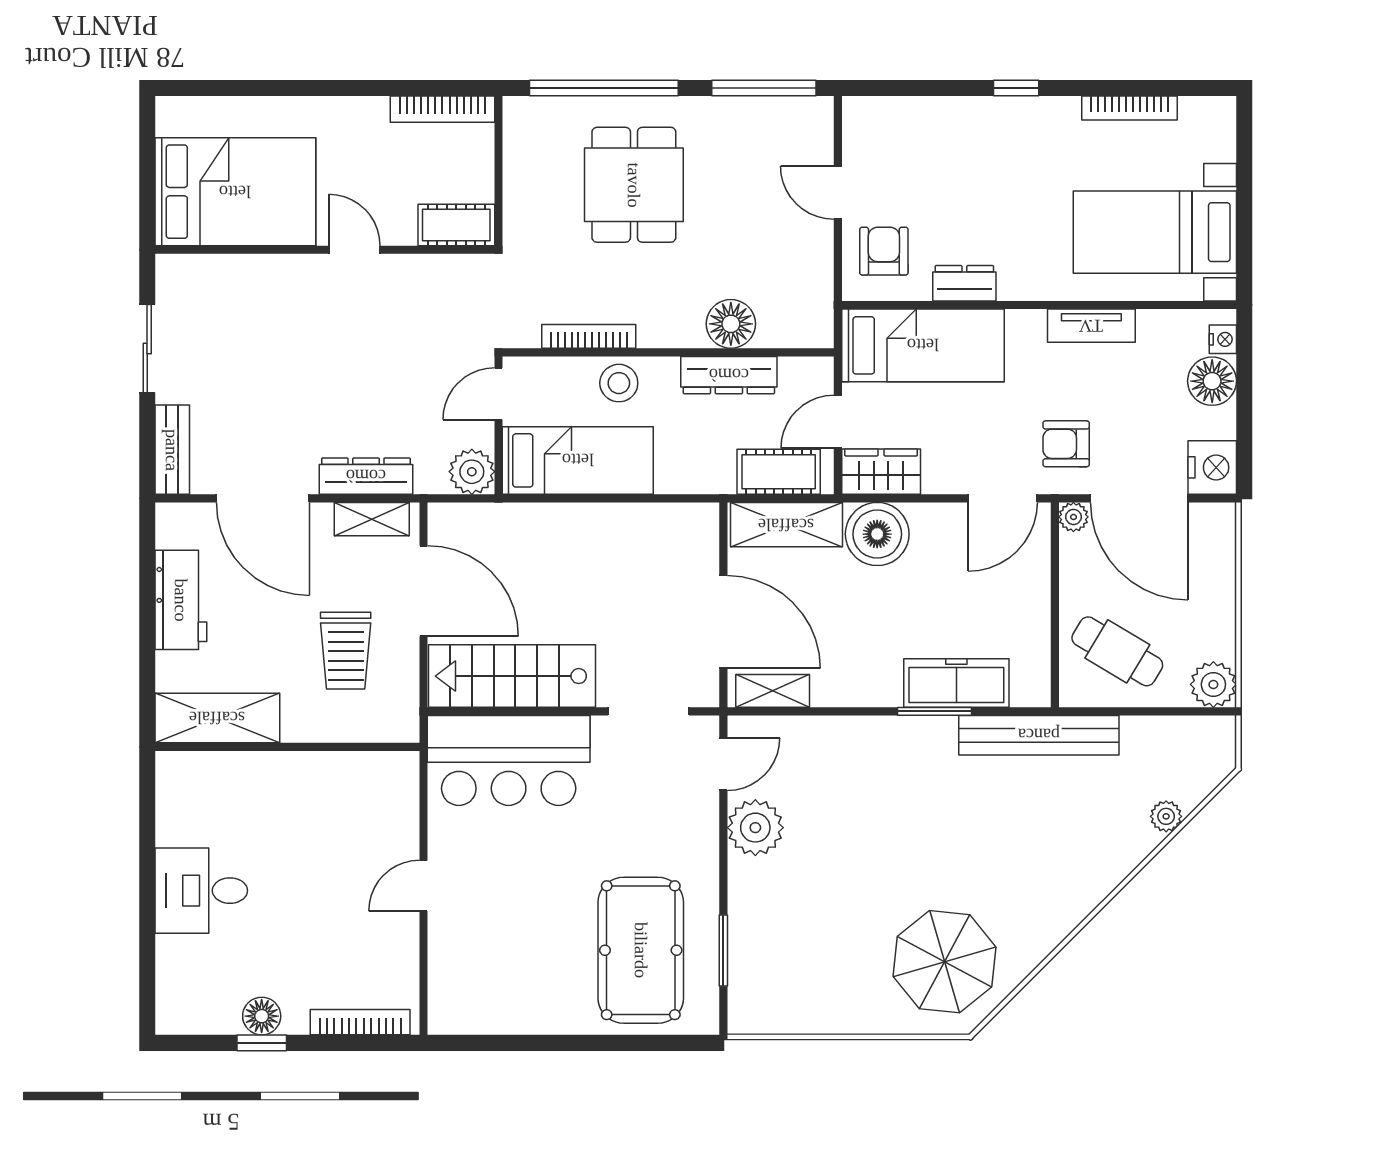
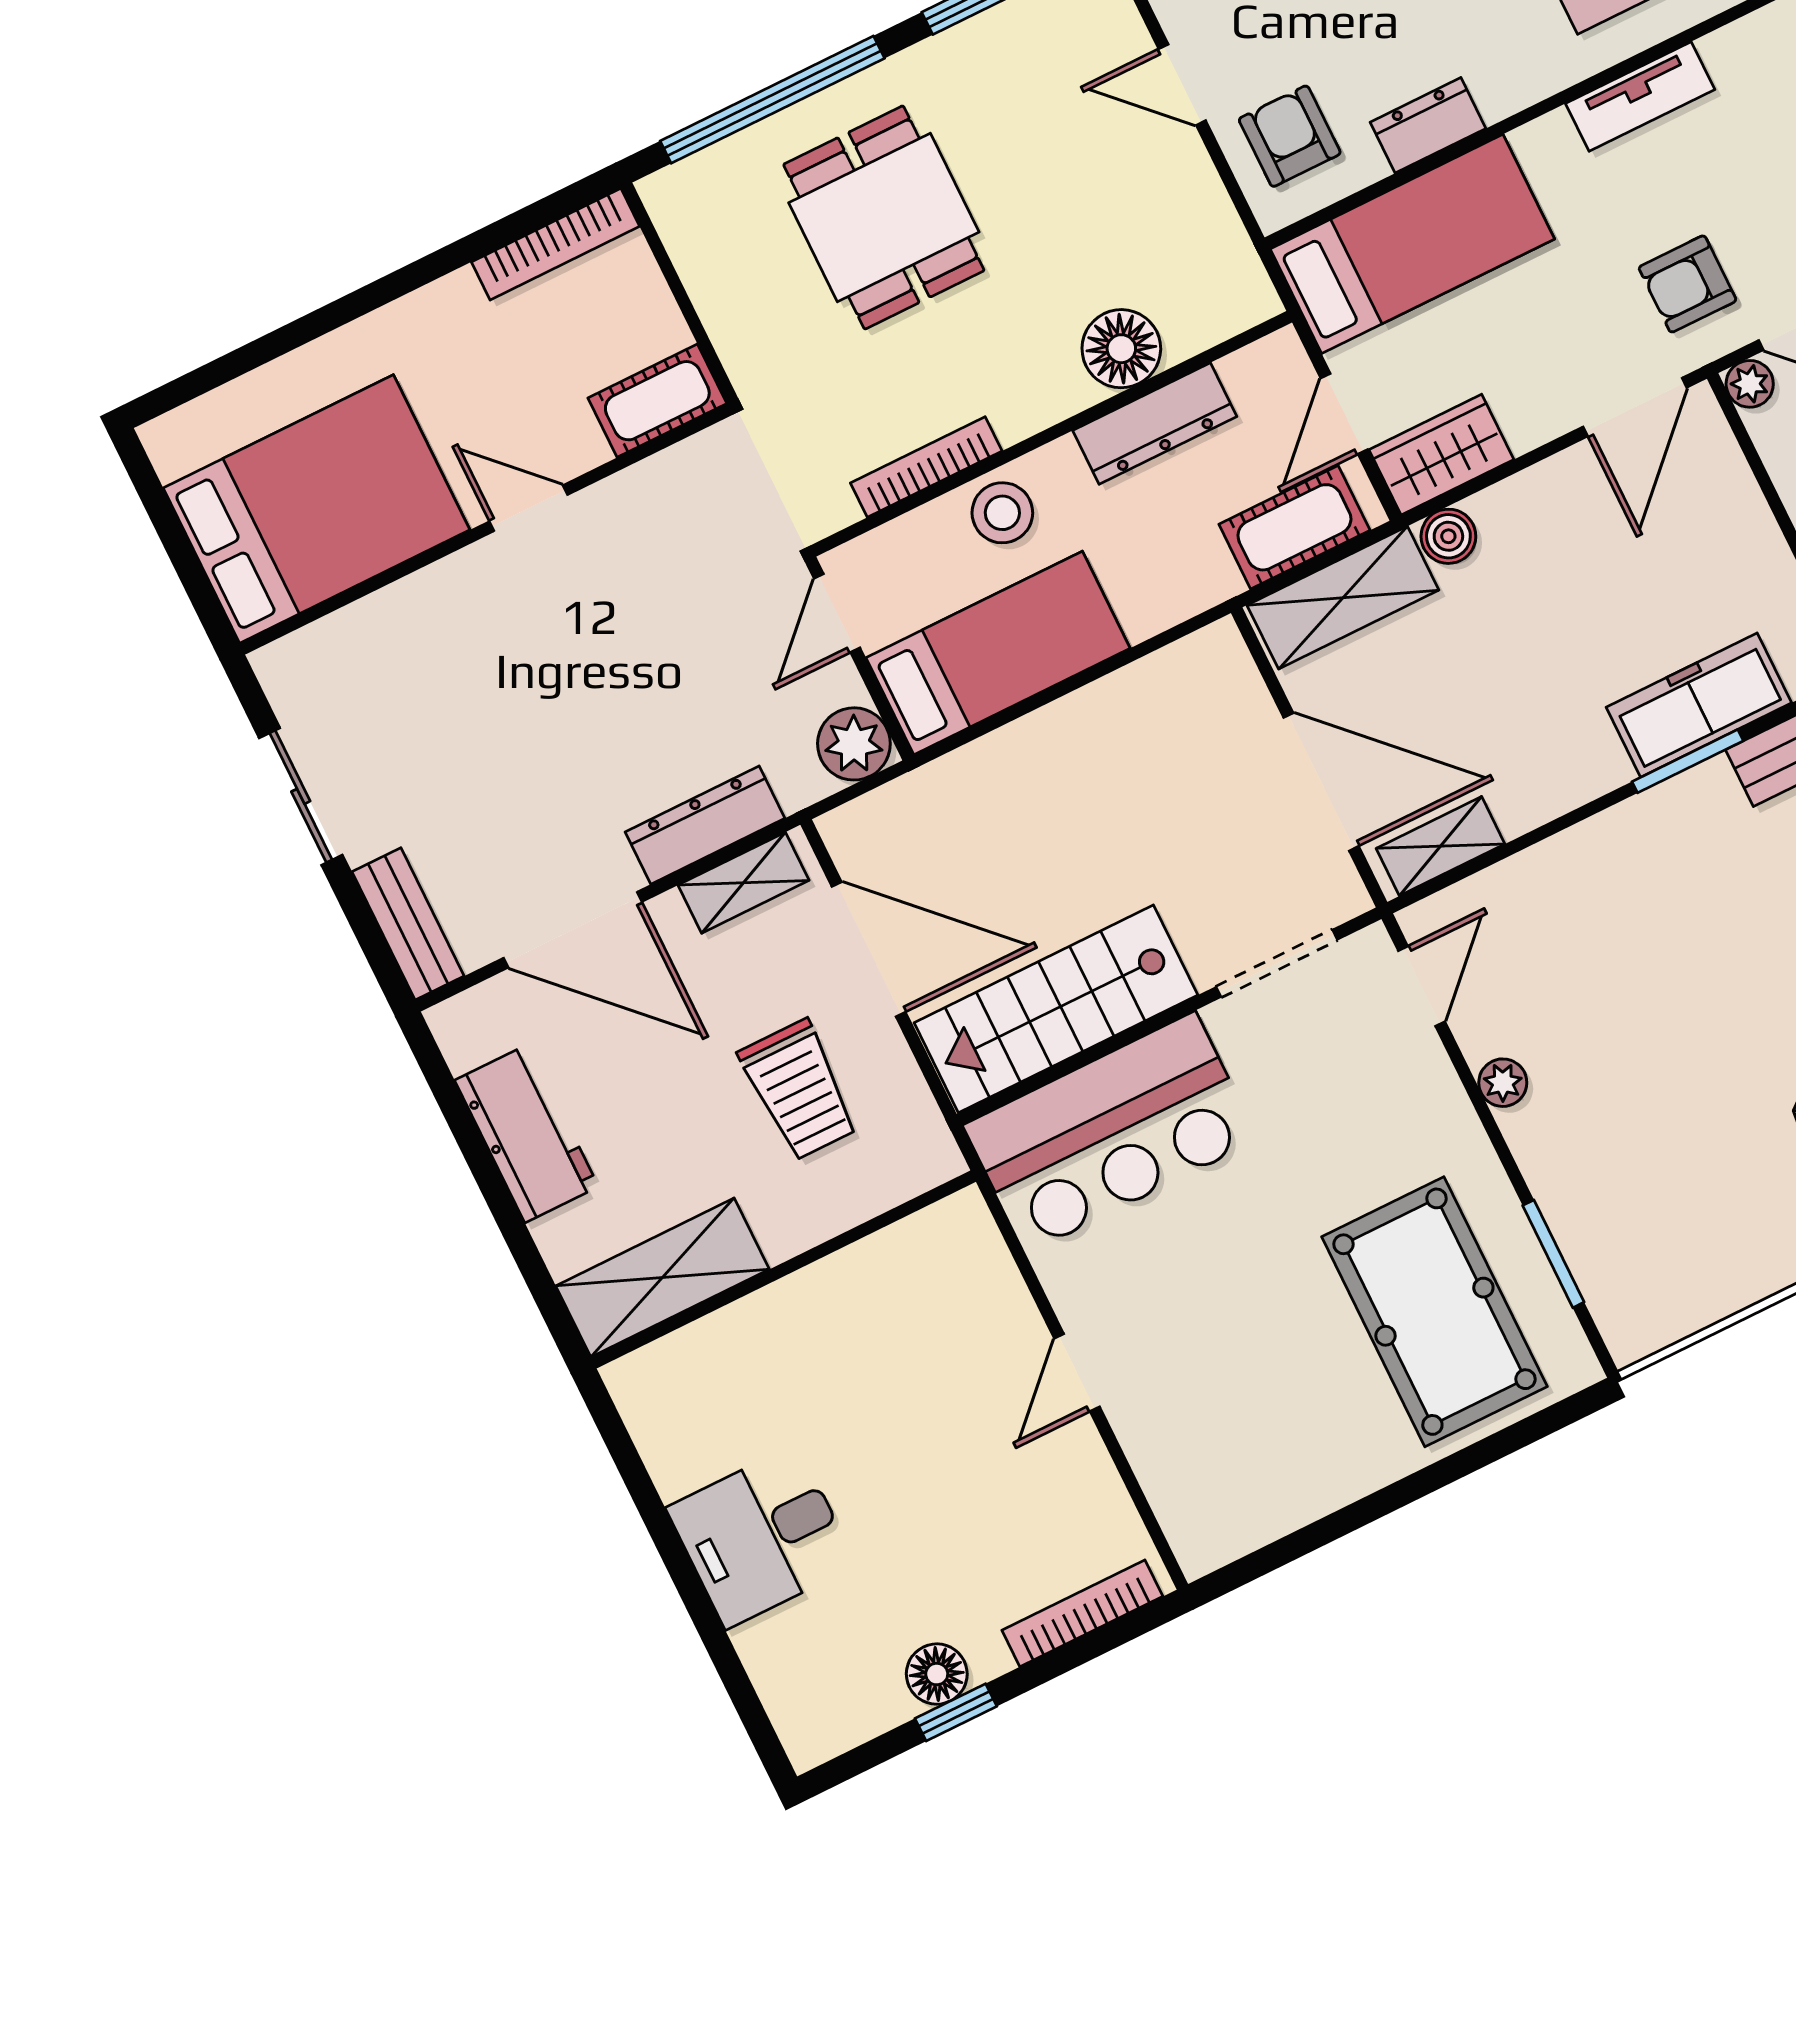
boiler: (877, 534) -> (1448, 536), width x0.54, depth x0.54
plant: (755, 828) -> (1503, 1083), width x0.53, depth x0.53

